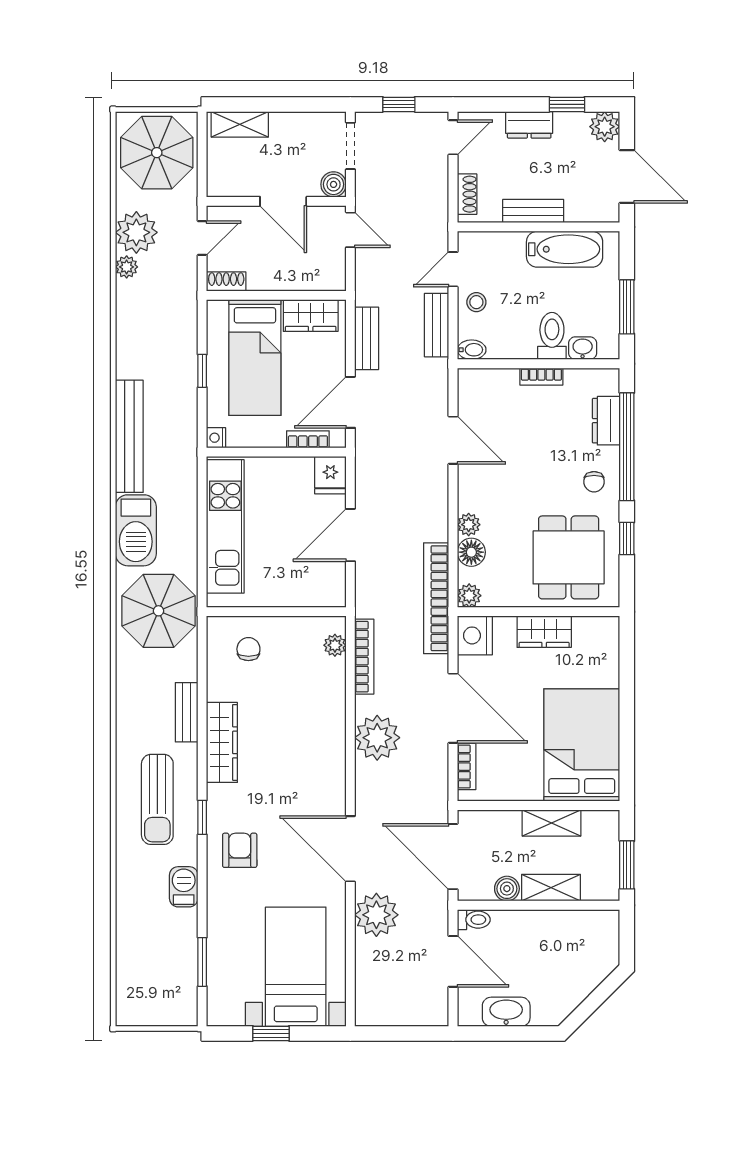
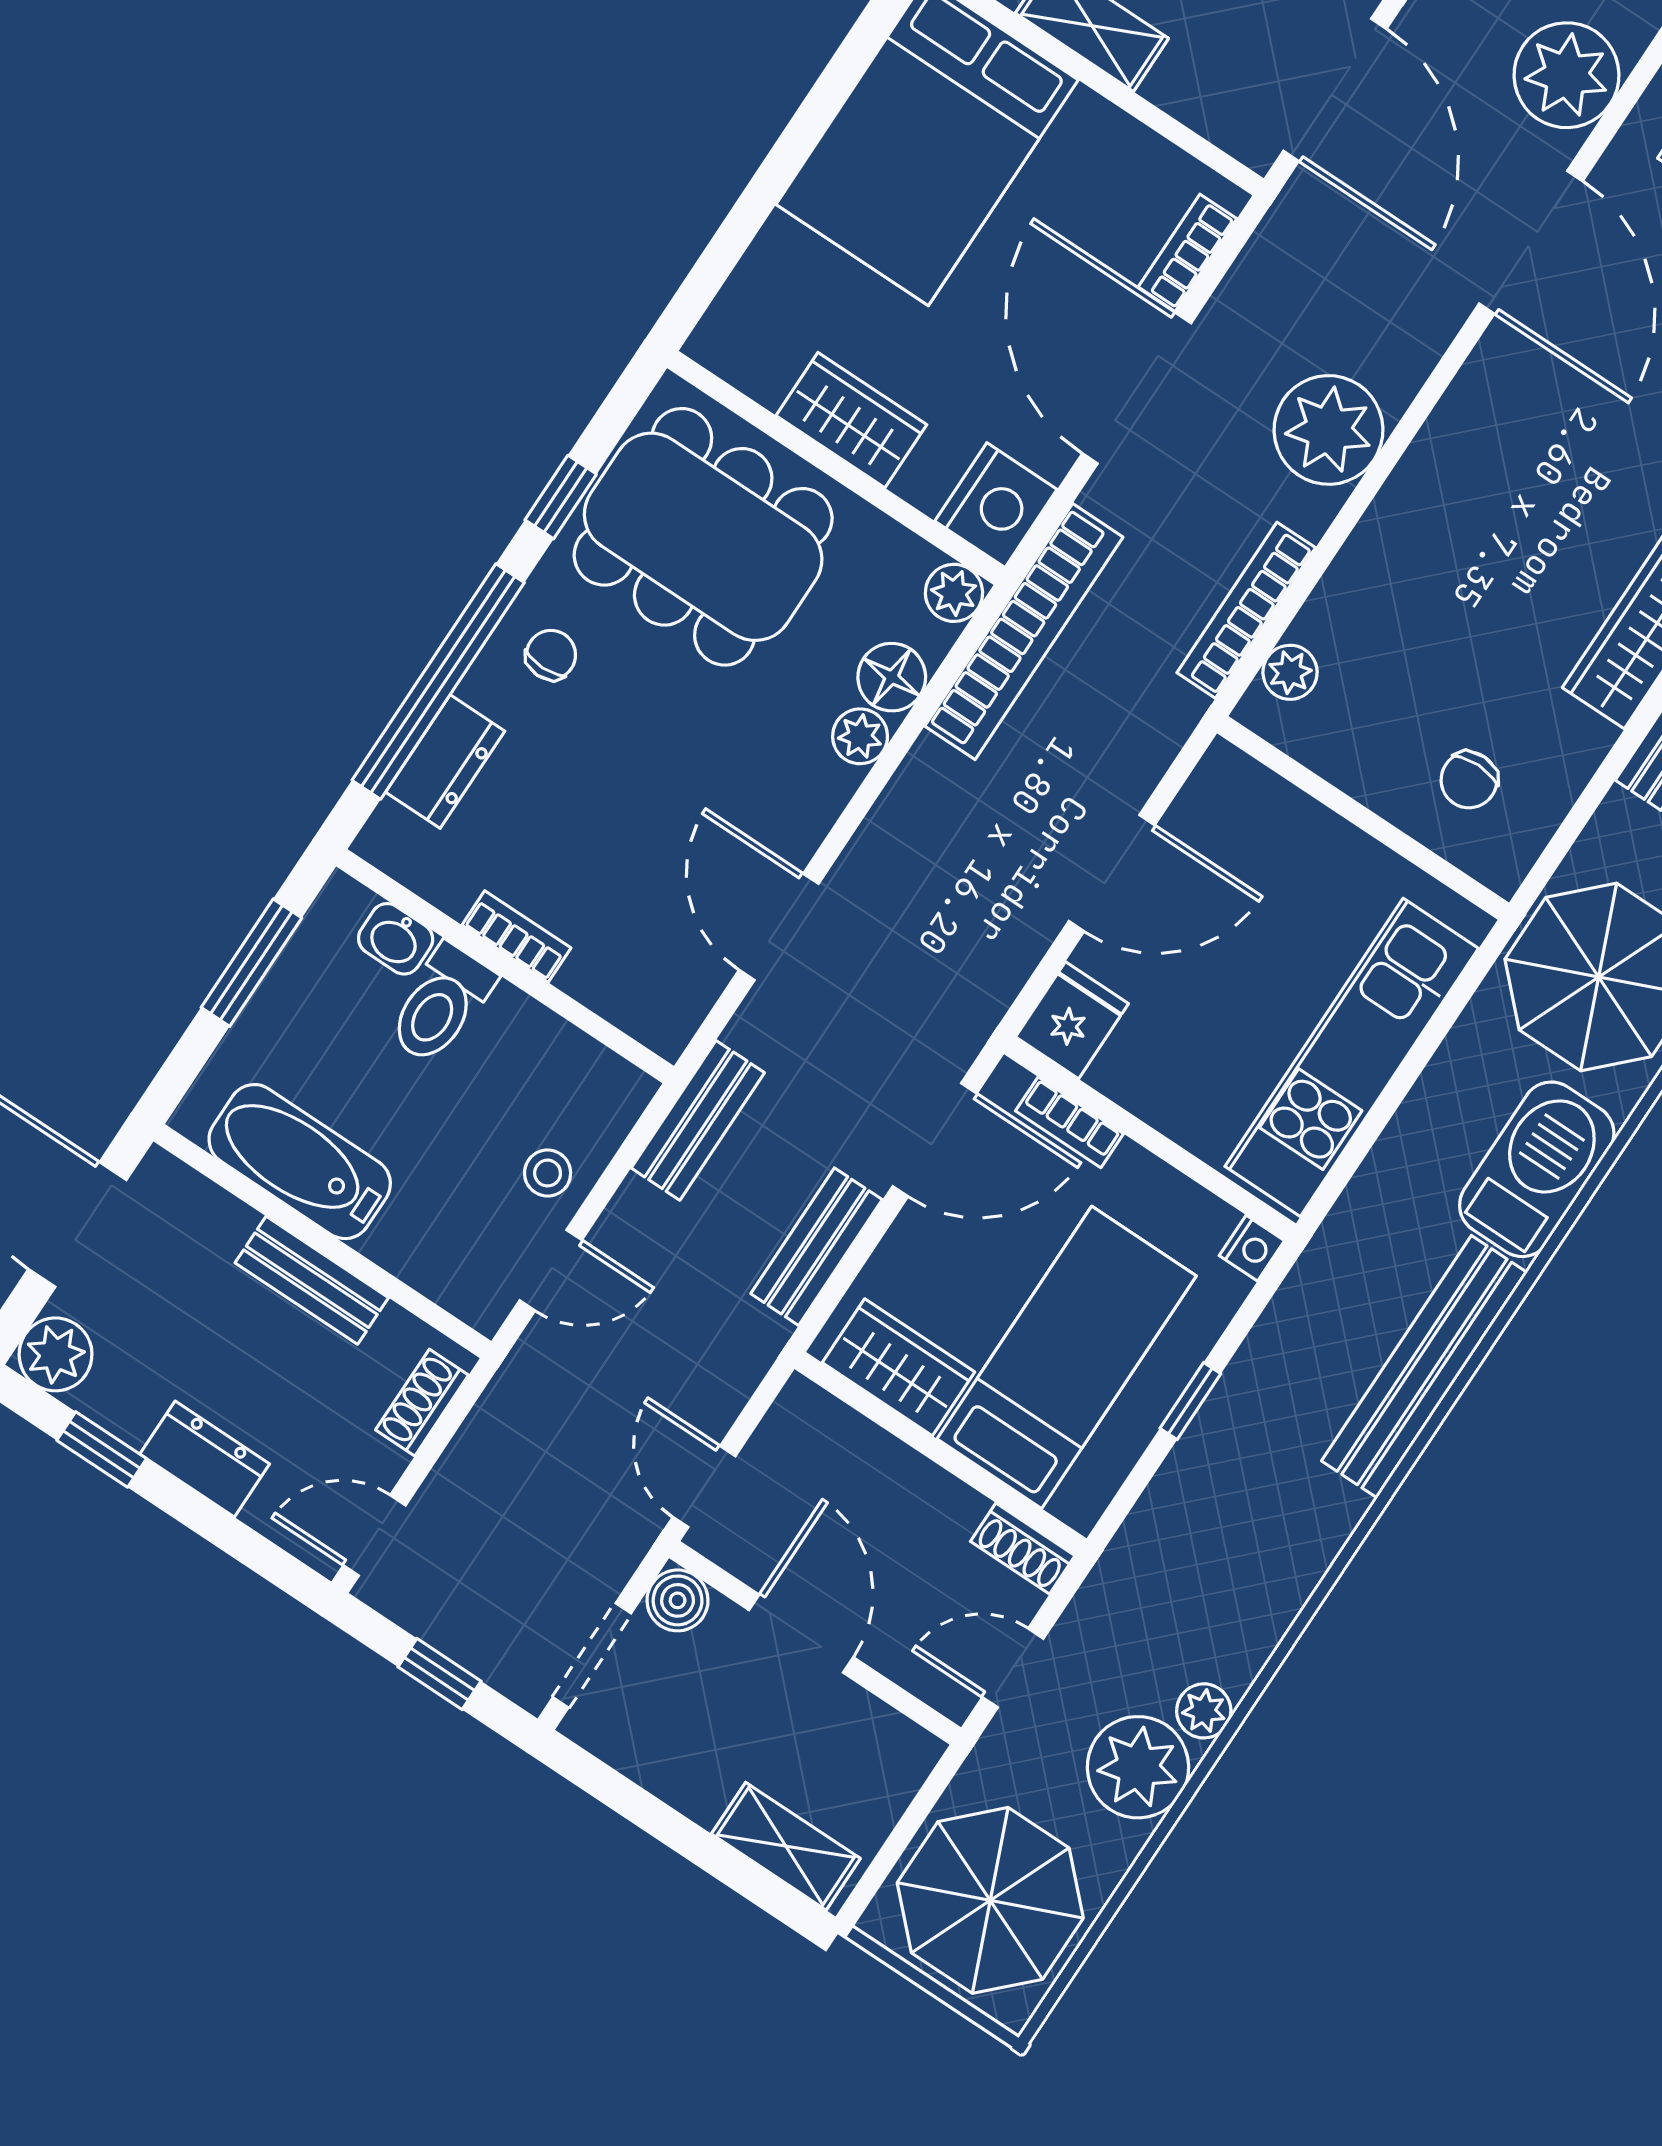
bench: (437, 325) -> (698, 1120), moved
bidet: (472, 350) -> (621, 1084), removed
dining table: (569, 557) -> (703, 537), width x1.38

